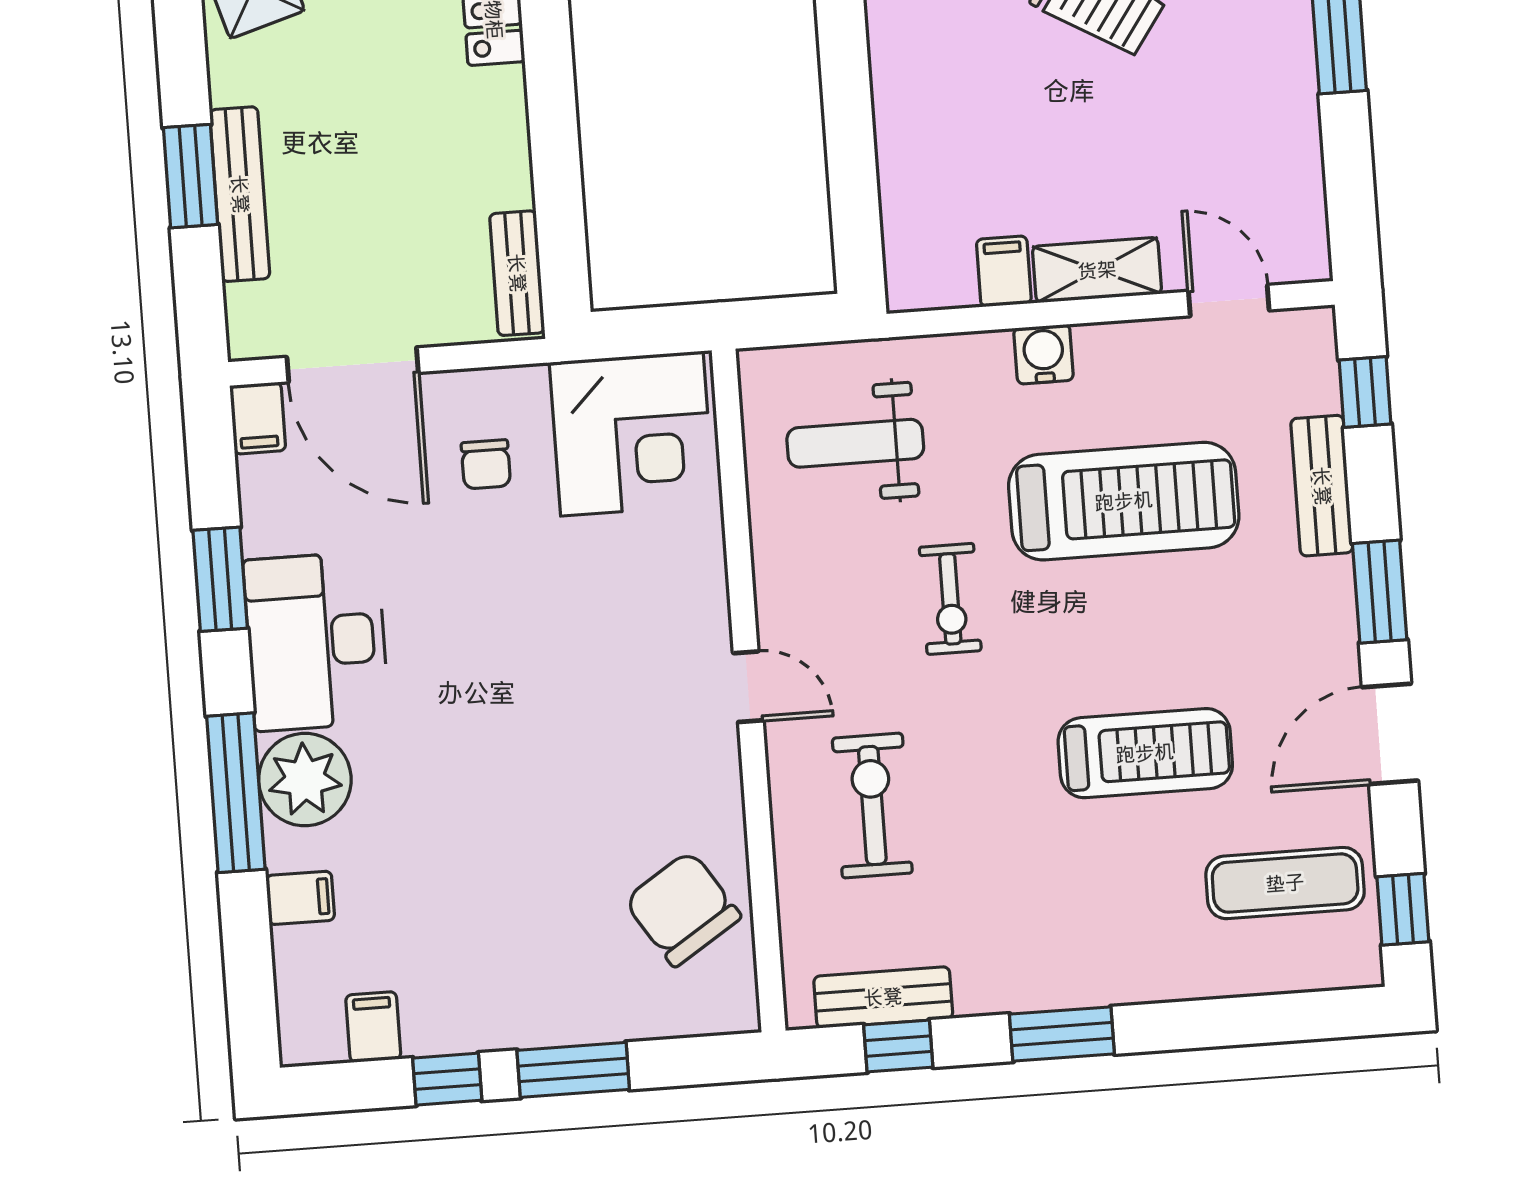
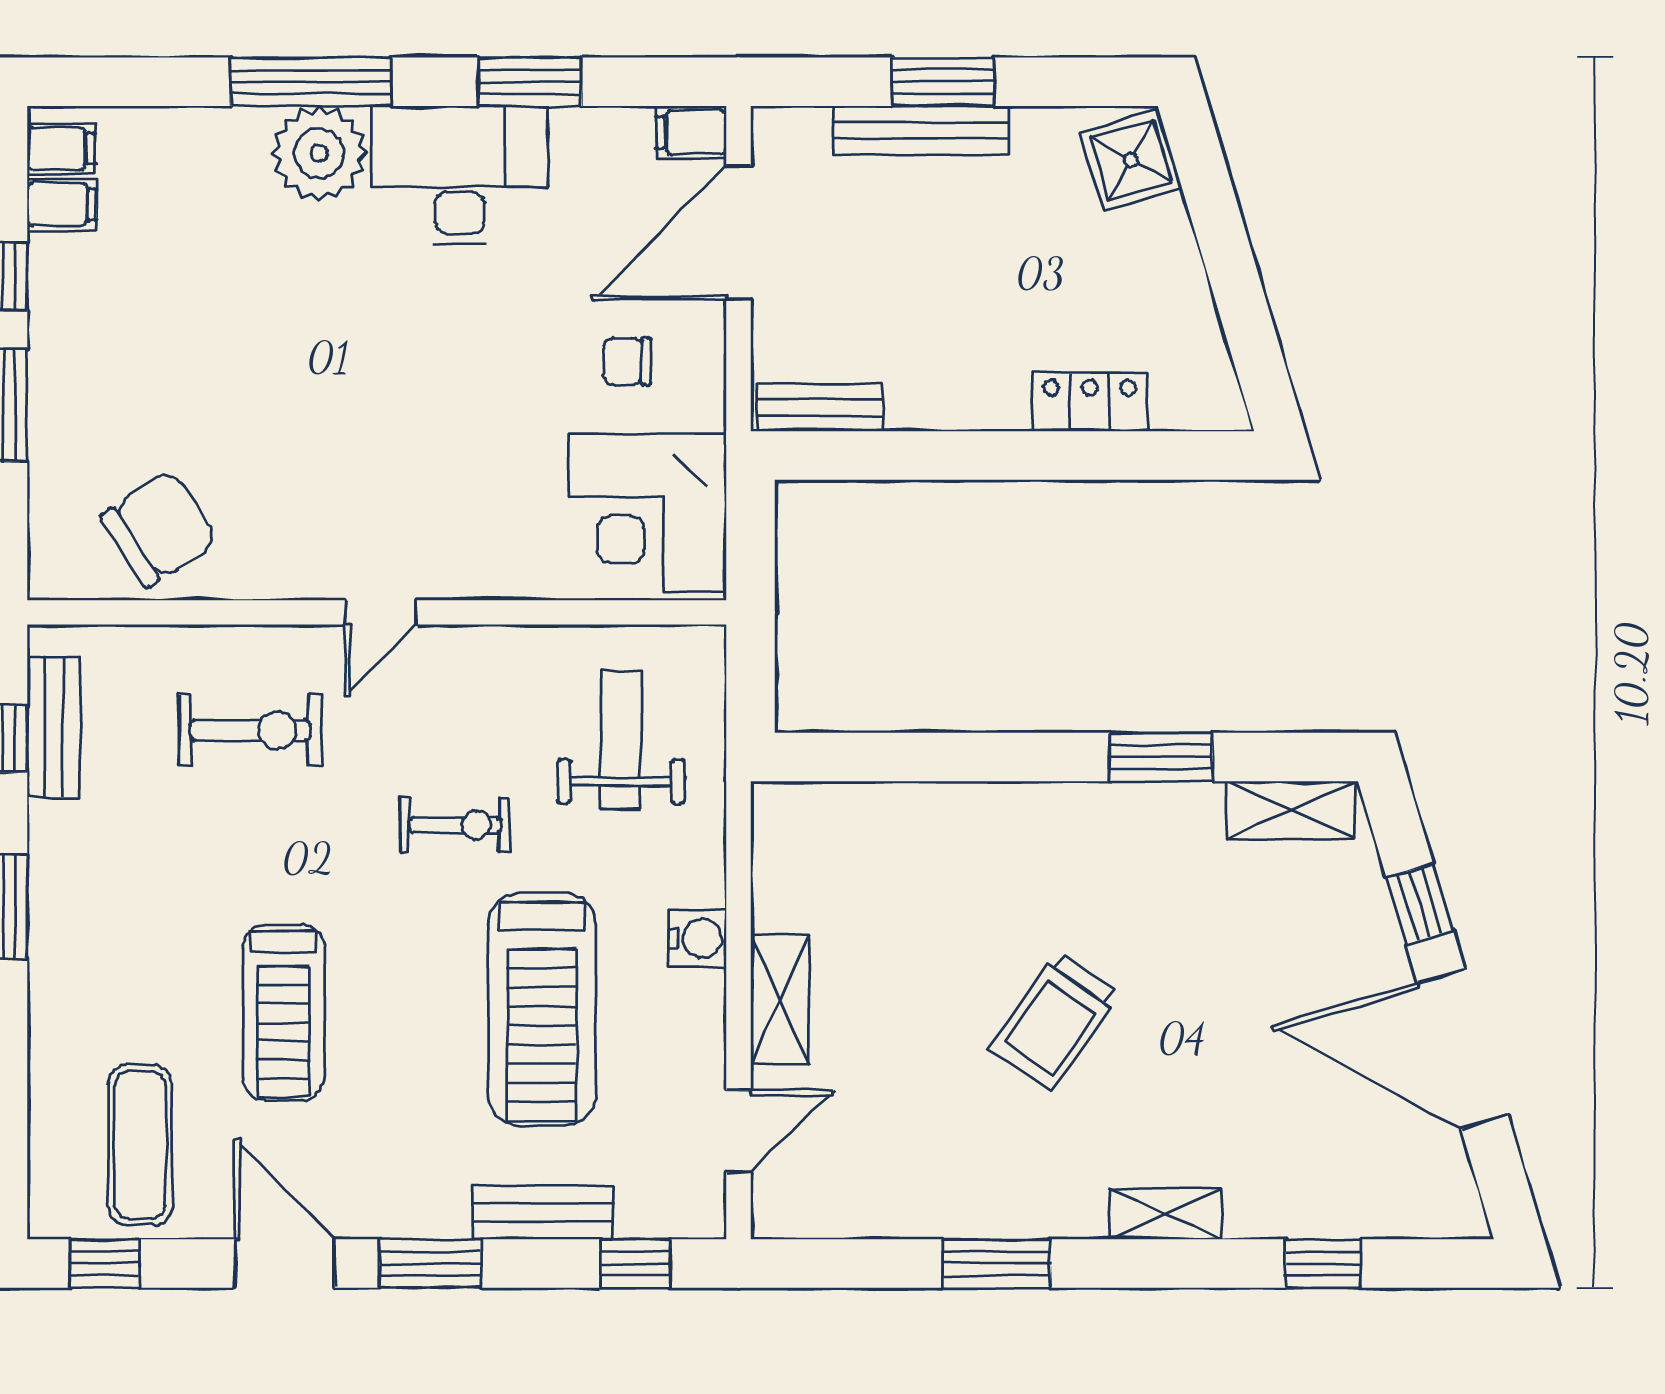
filing cabinet: (1004, 271) -> (785, 904), removed
exercise bike: (950, 599) -> (455, 825), turned 180
filing cabinet: (300, 898) -> (61, 148), moved, turned -90

